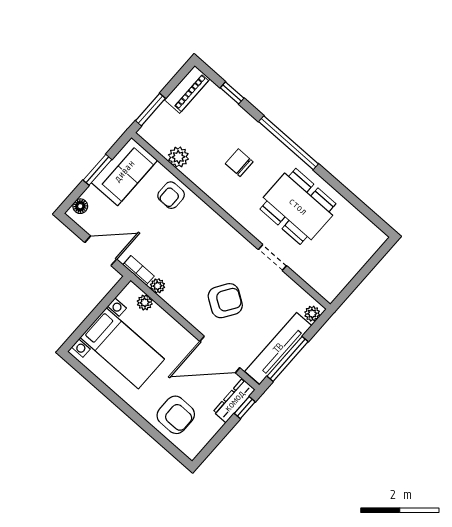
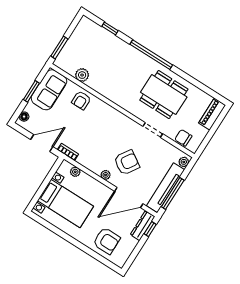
piano: (187, 89) -> (212, 114), moved, turned 180
chair: (239, 163) -> (183, 138), moved
plant: (158, 286) -> (106, 175), moved

